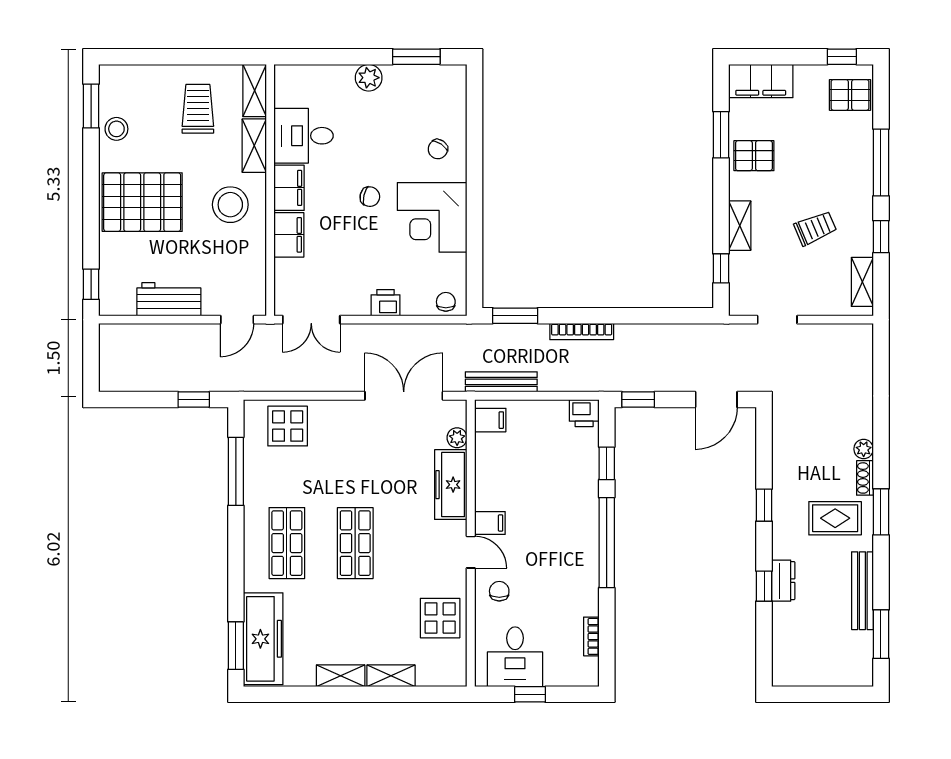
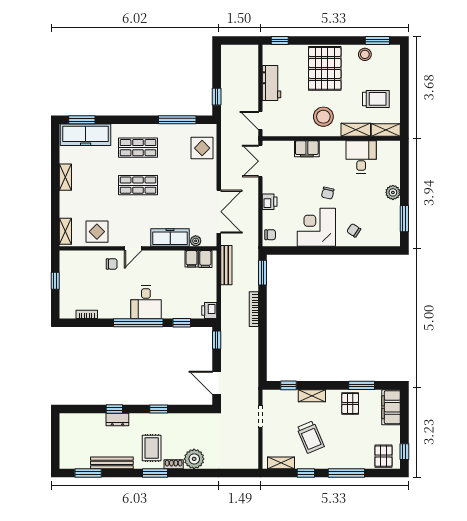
filing cabinet: (289, 188) -> (333, 149), removed
trolley: (815, 228) -> (310, 437), width x1.36, depth x1.39
plant: (864, 449) -> (194, 459), width x1.87, depth x1.87
filing cabinet: (490, 523) -> (192, 259), moved
desk: (515, 657) -> (146, 302), moved, turned -90
shelving: (391, 676) -> (65, 231), moved

